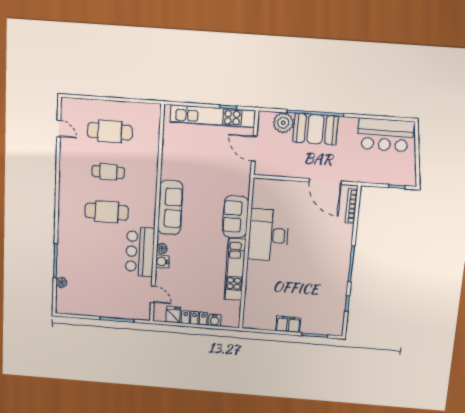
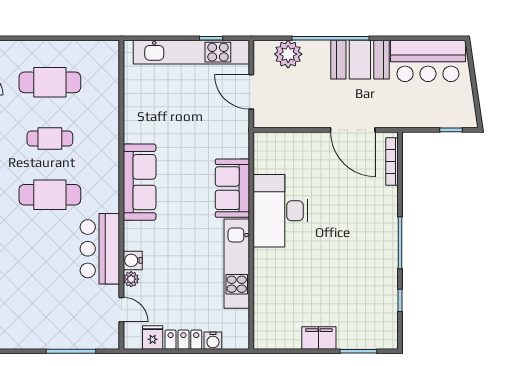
booth: (315, 129) -> (360, 60), moved
plant: (162, 249) -> (131, 279), moved

